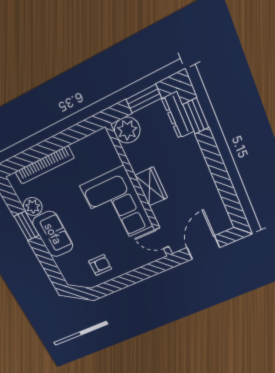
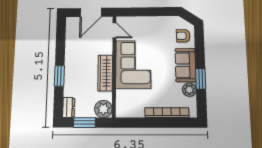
dresser: (178, 115) -> (69, 108), width x0.70
window: (196, 116) -> (59, 76), moved
wardrobe: (151, 187) -> (105, 73), width x1.50
armchair: (100, 265) -> (183, 36), moved

